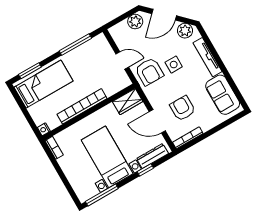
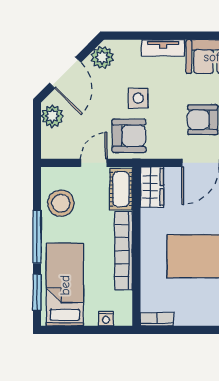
window: (75, 44) -> (37, 237), moved
stool: (88, 55) -> (61, 203), added
tv unit: (208, 57) -> (163, 48), width x0.71
cot: (116, 85) -> (121, 189), added
nightstand: (44, 129) -> (106, 319), moved

